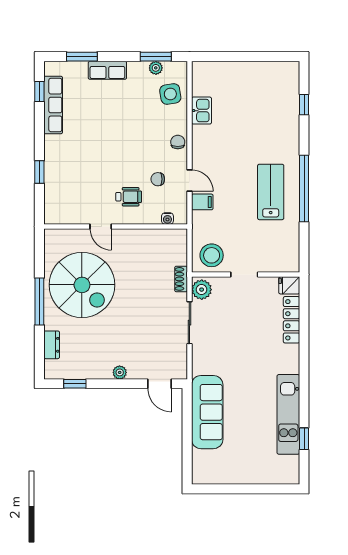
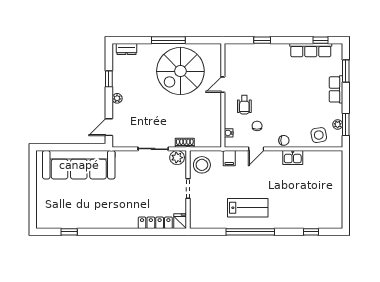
kitchen sink: (201, 111) -> (293, 158), moved
filing cabinet: (202, 202) -> (229, 158), moved
dresser: (52, 345) -> (126, 49), moved
window: (75, 384) -> (109, 79), moved
sofa: (207, 412) -> (79, 165), width x1.36, depth x1.27
kitchen unit: (288, 414) -> (87, 220), removed

